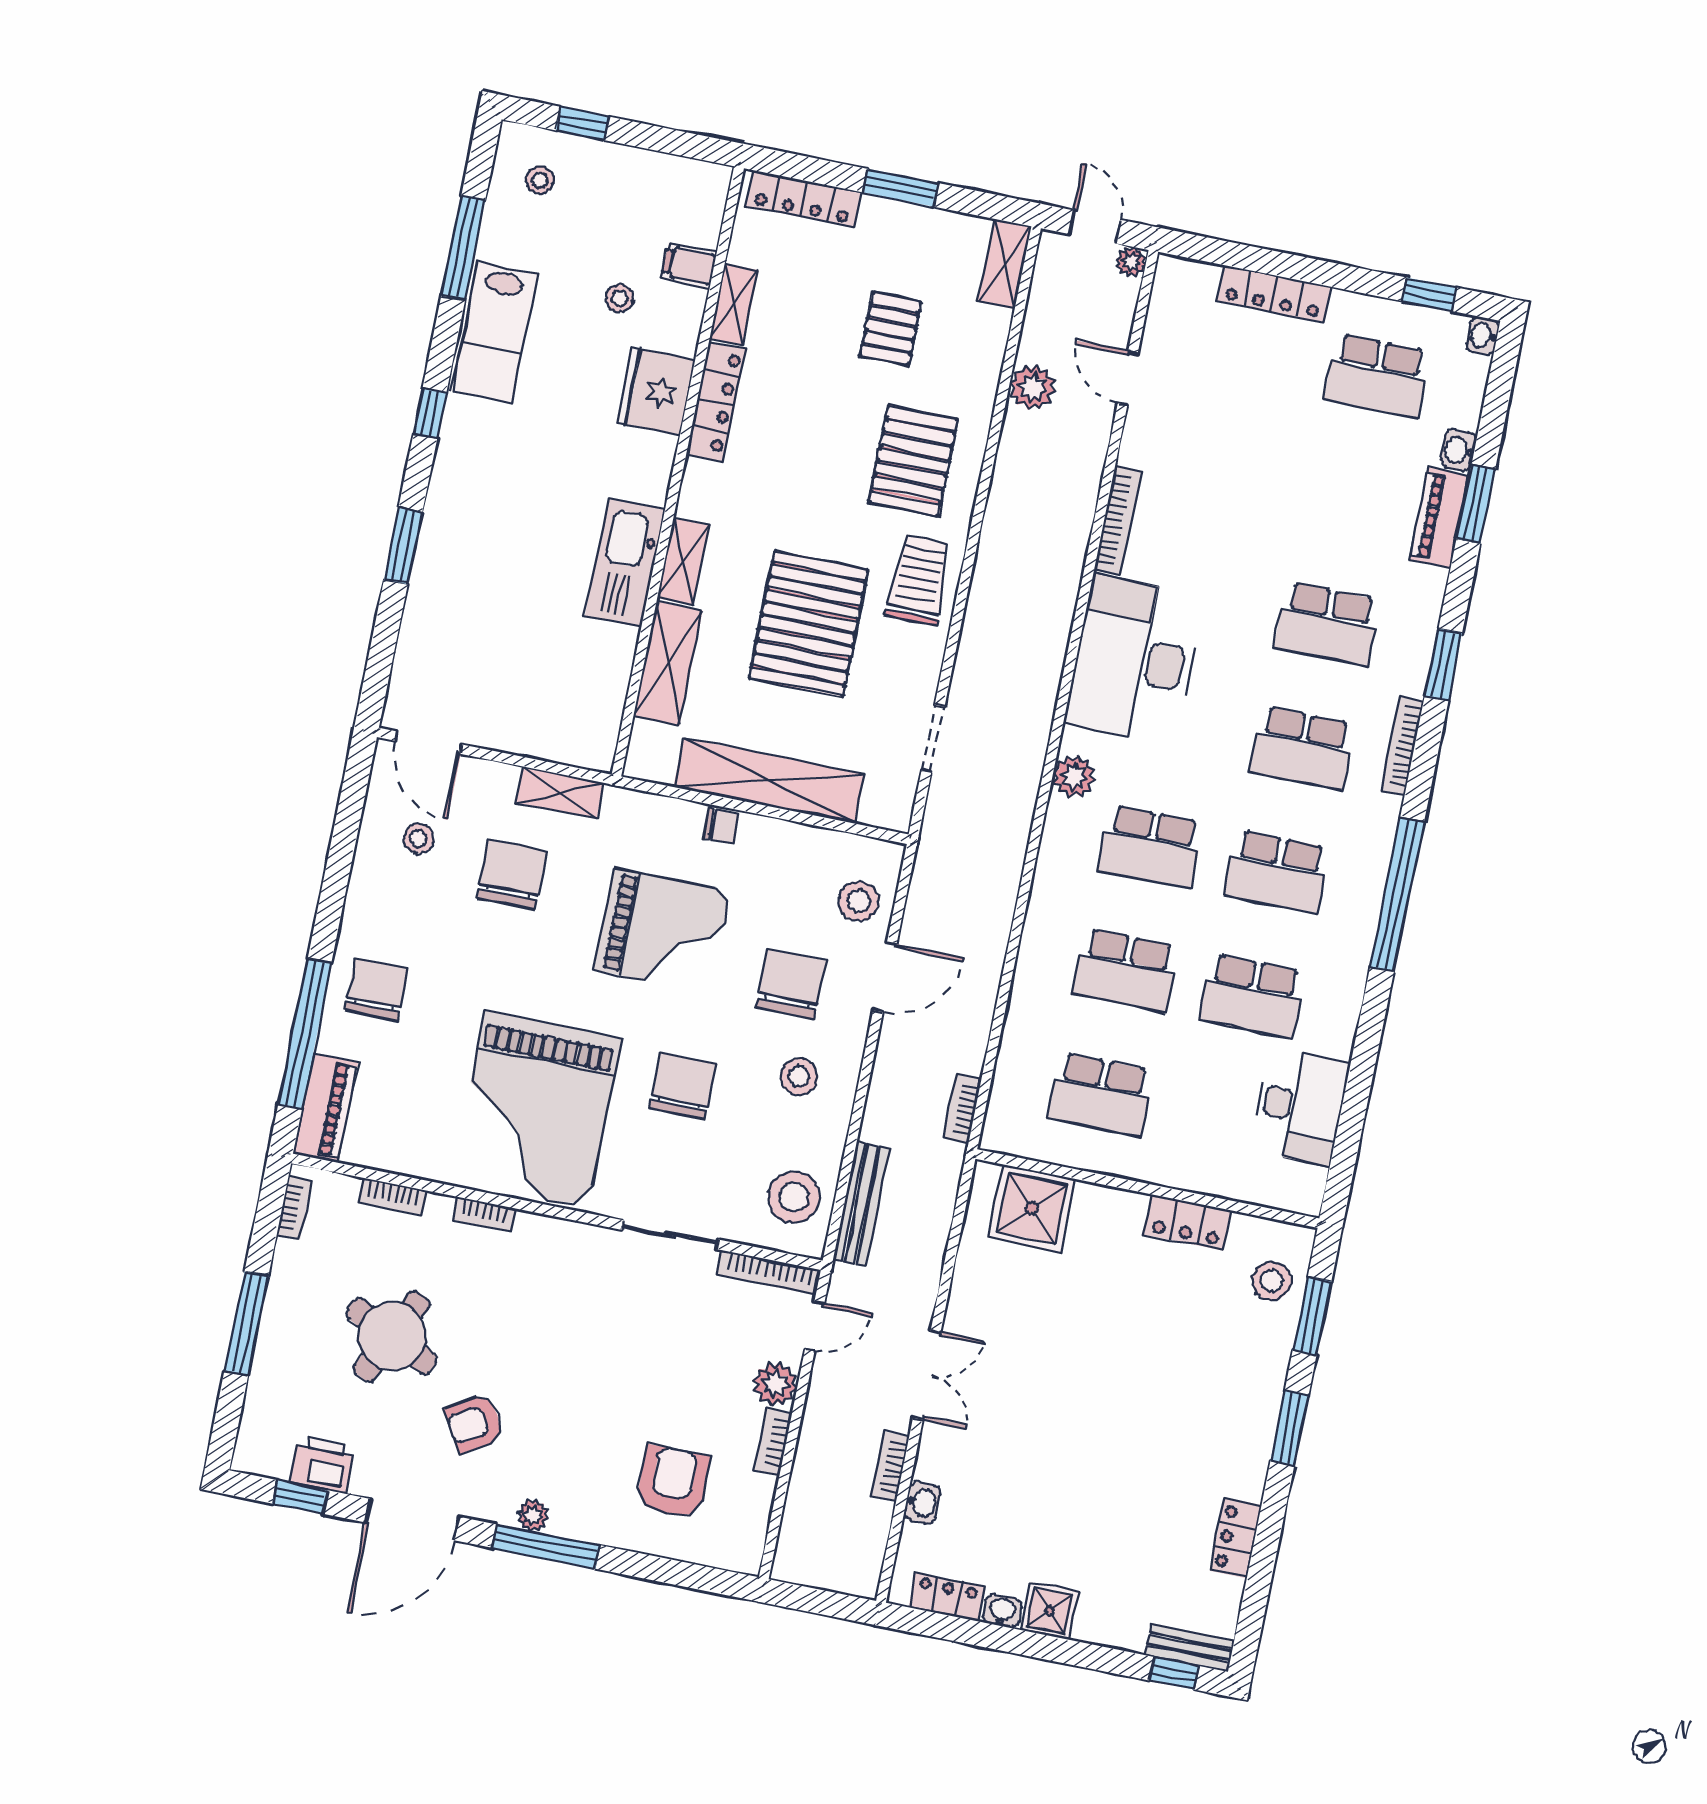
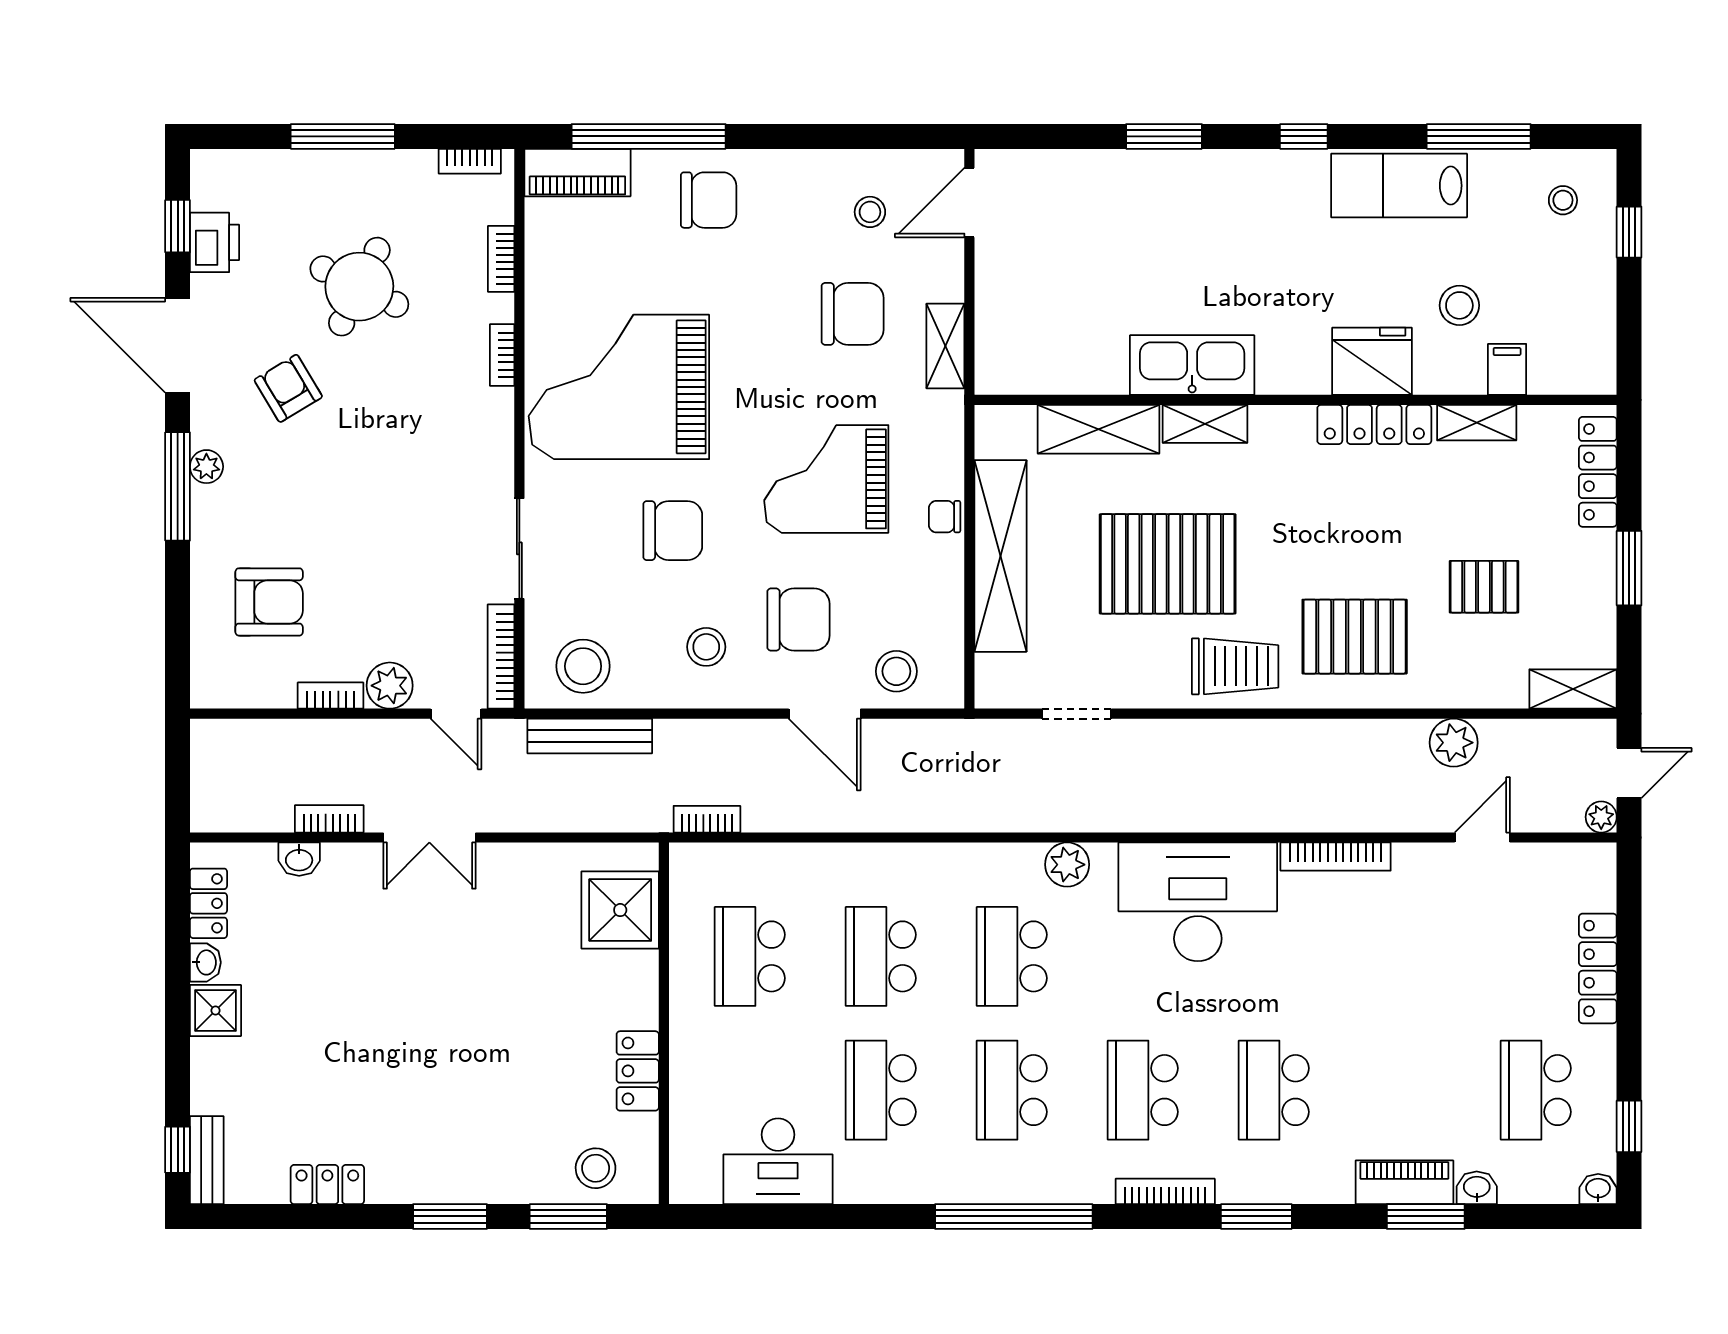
stool: (620, 298) -> (1459, 305), width x1.37, depth x1.37
chair: (721, 826) -> (945, 517), turned 90
grand piano: (663, 931) -> (826, 479), turned 90

